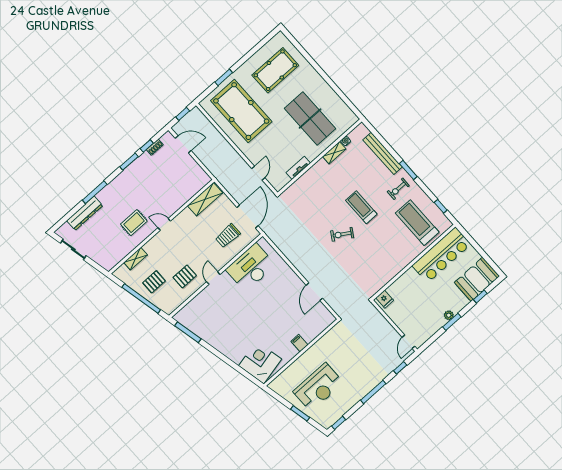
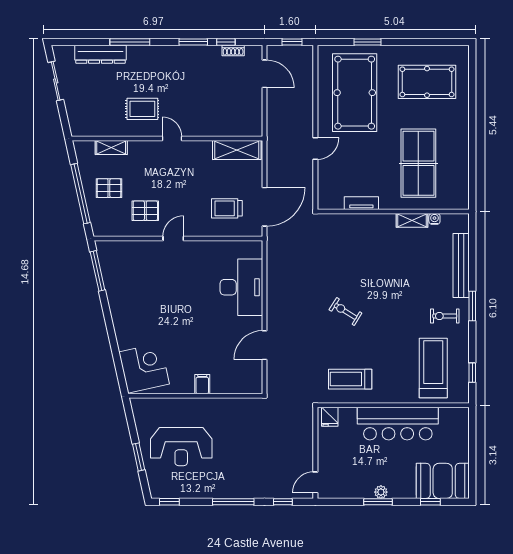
door: (258, 173) -> (315, 149), moved
treadmill: (361, 207) -> (350, 379), moved, turned -90
bar counter: (442, 255) -> (398, 424), moved
desk: (251, 267) -> (241, 287), moved, turned 90

